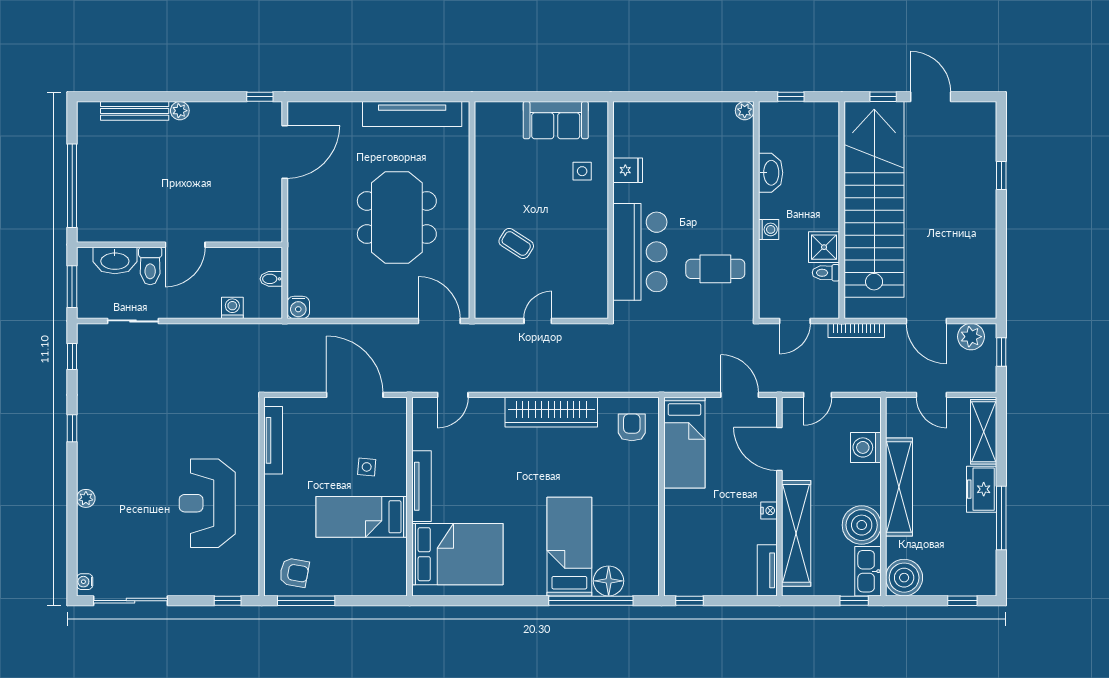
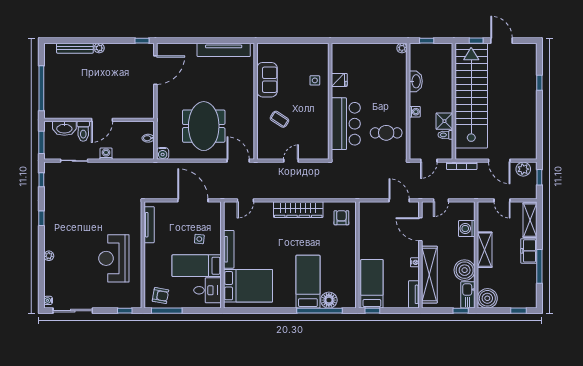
sofa: (556, 120) -> (267, 80), moved, turned -90
meeting table: (397, 218) -> (204, 126), moved
washing machine: (232, 308) -> (106, 154), moved
bed: (684, 443) -> (372, 284), moved, turned 180
shelving: (899, 487) -> (485, 250), width x0.68
desk: (382, 563) -> (207, 290), added

